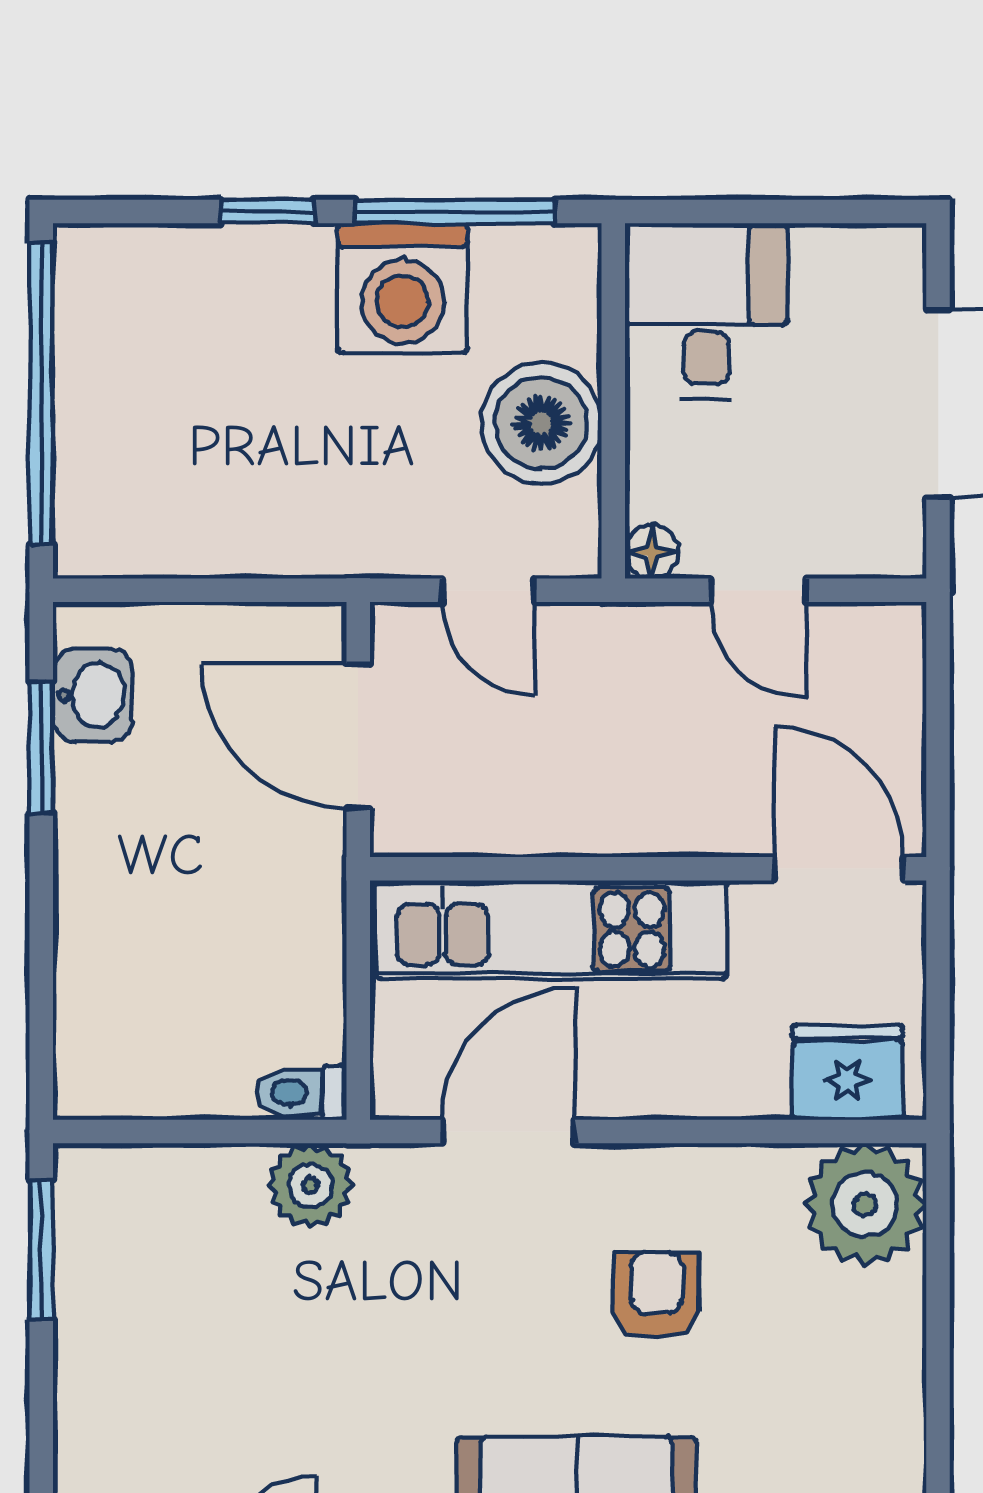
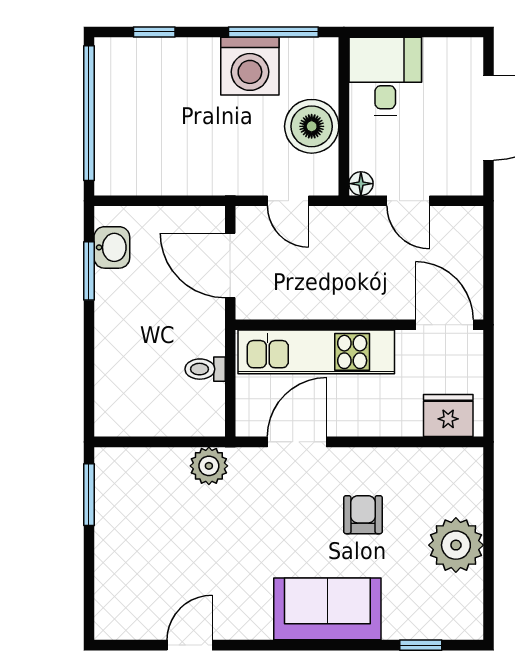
window: (267, 211) -> (154, 32), moved
toilet: (302, 1092) -> (205, 369), moved
plant: (865, 1205) -> (456, 545), moved

